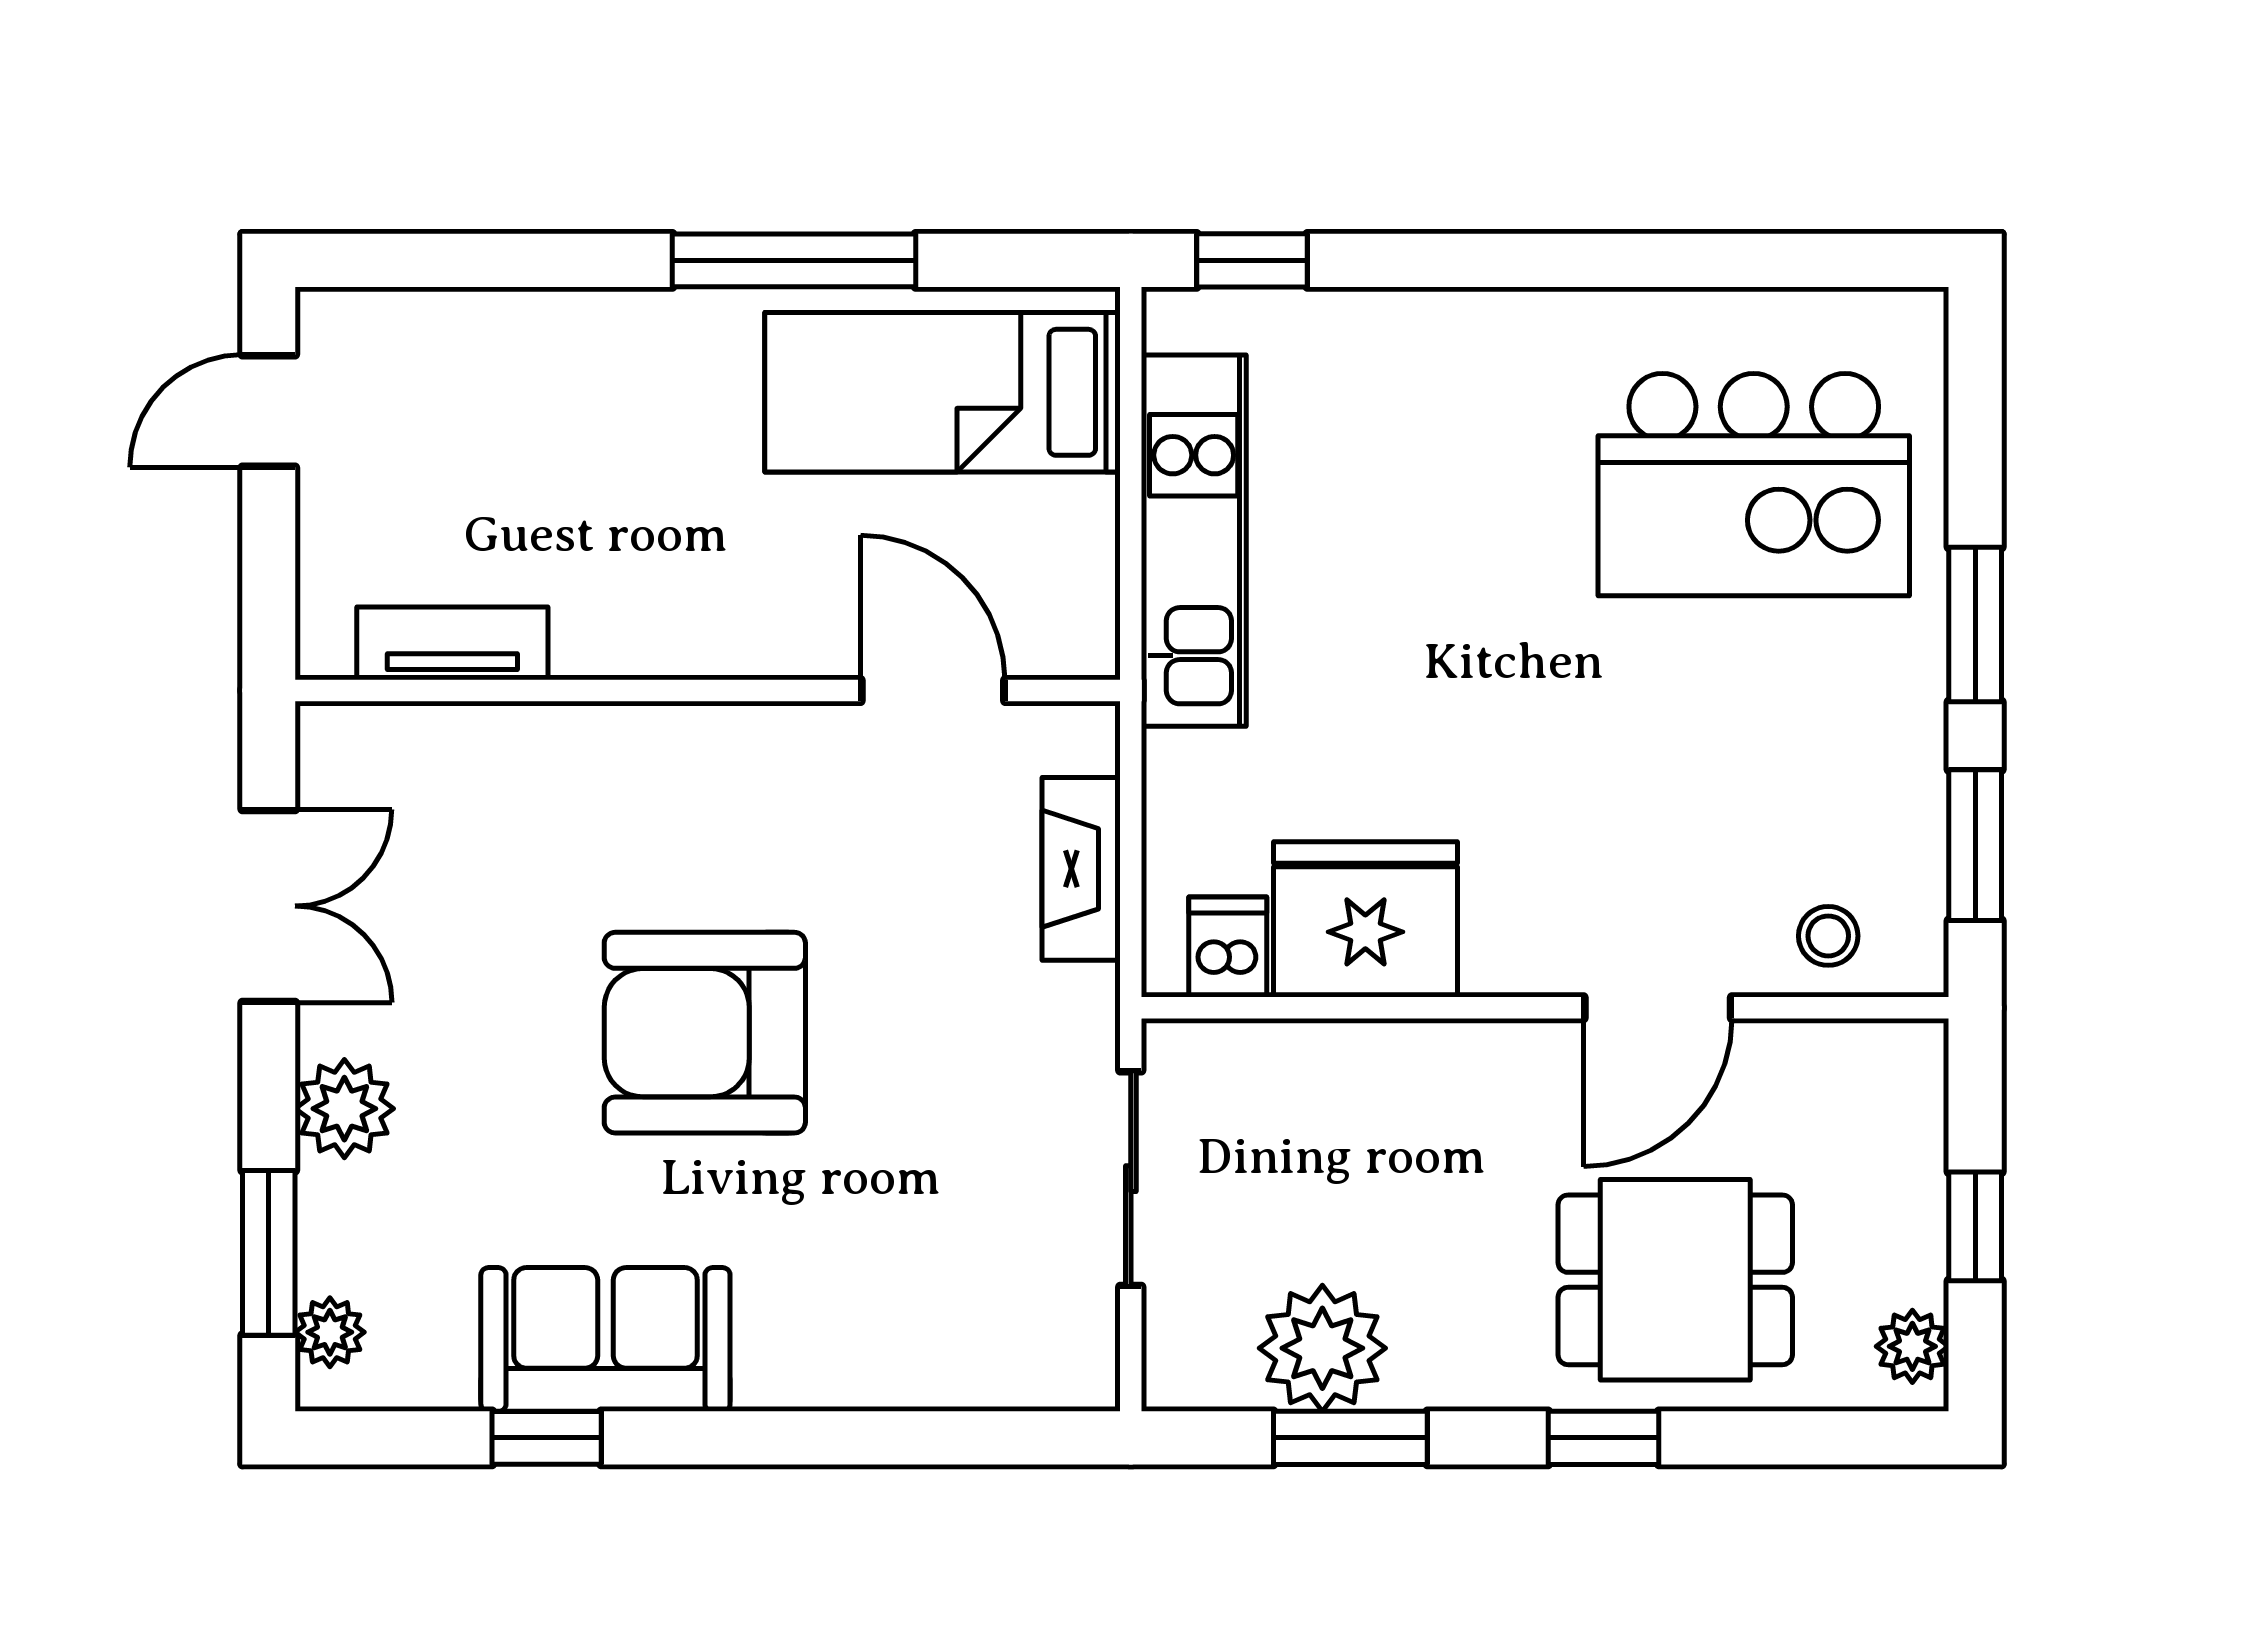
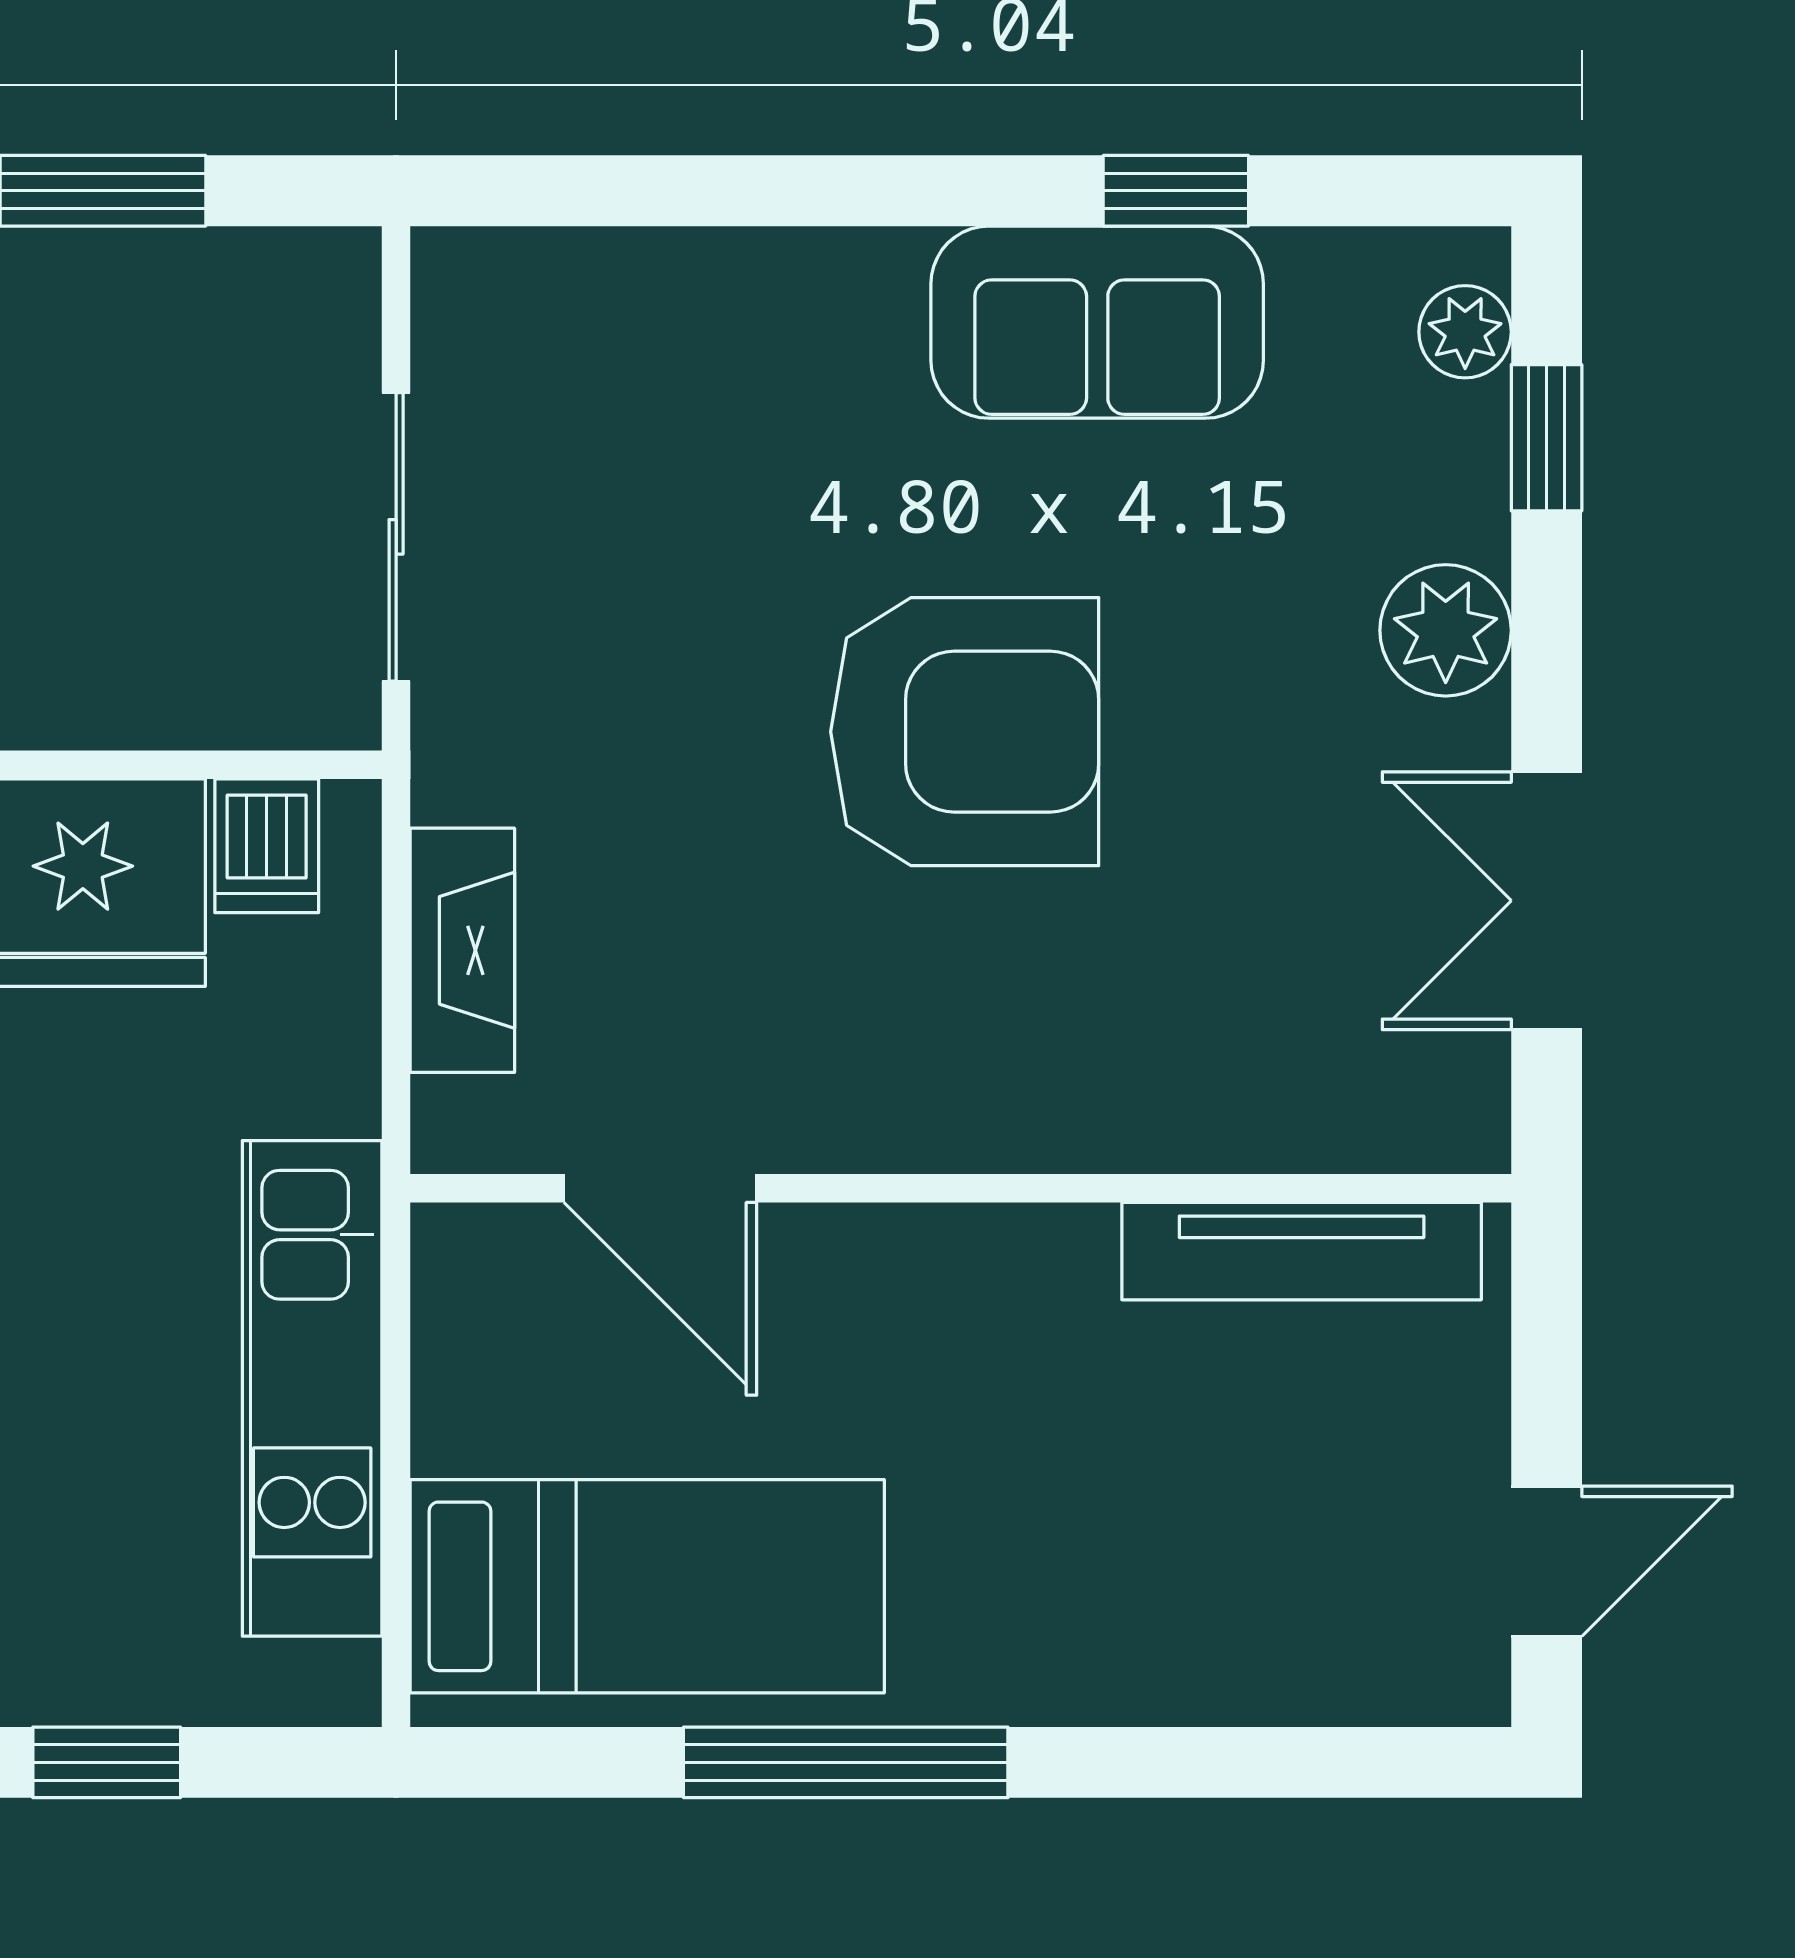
window: (1252, 260) -> (107, 1762), moved
tv unit: (452, 643) -> (1302, 1251), width x1.41
window: (269, 1253) -> (1547, 438), width x0.67
plant: (1322, 1348) -> (140, 310), removed

